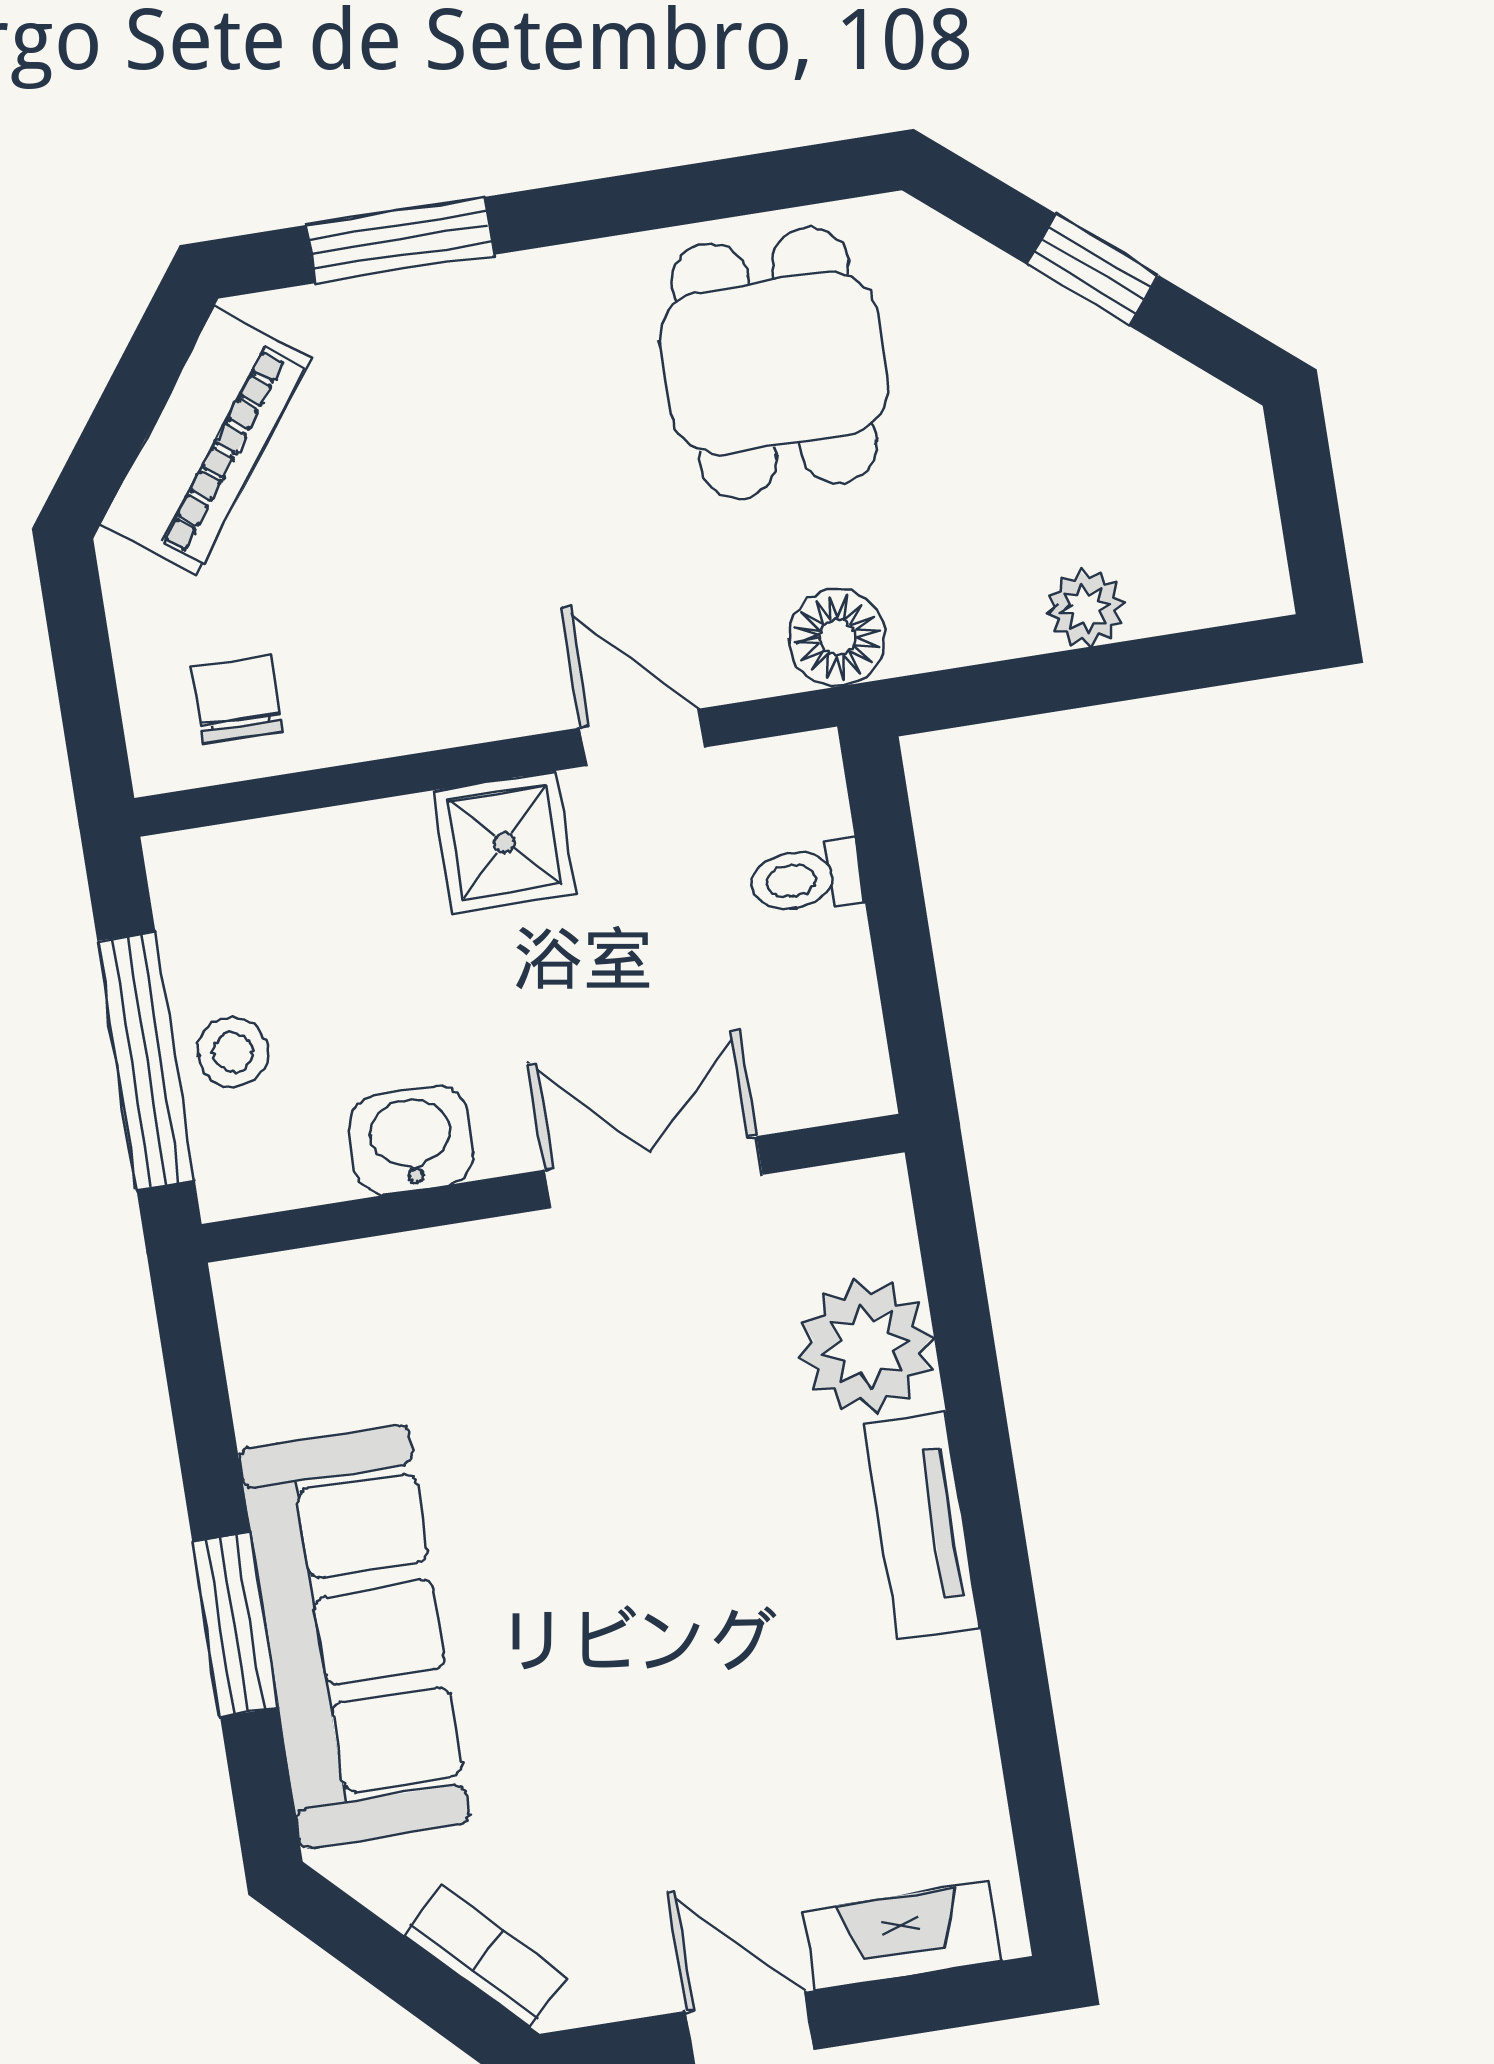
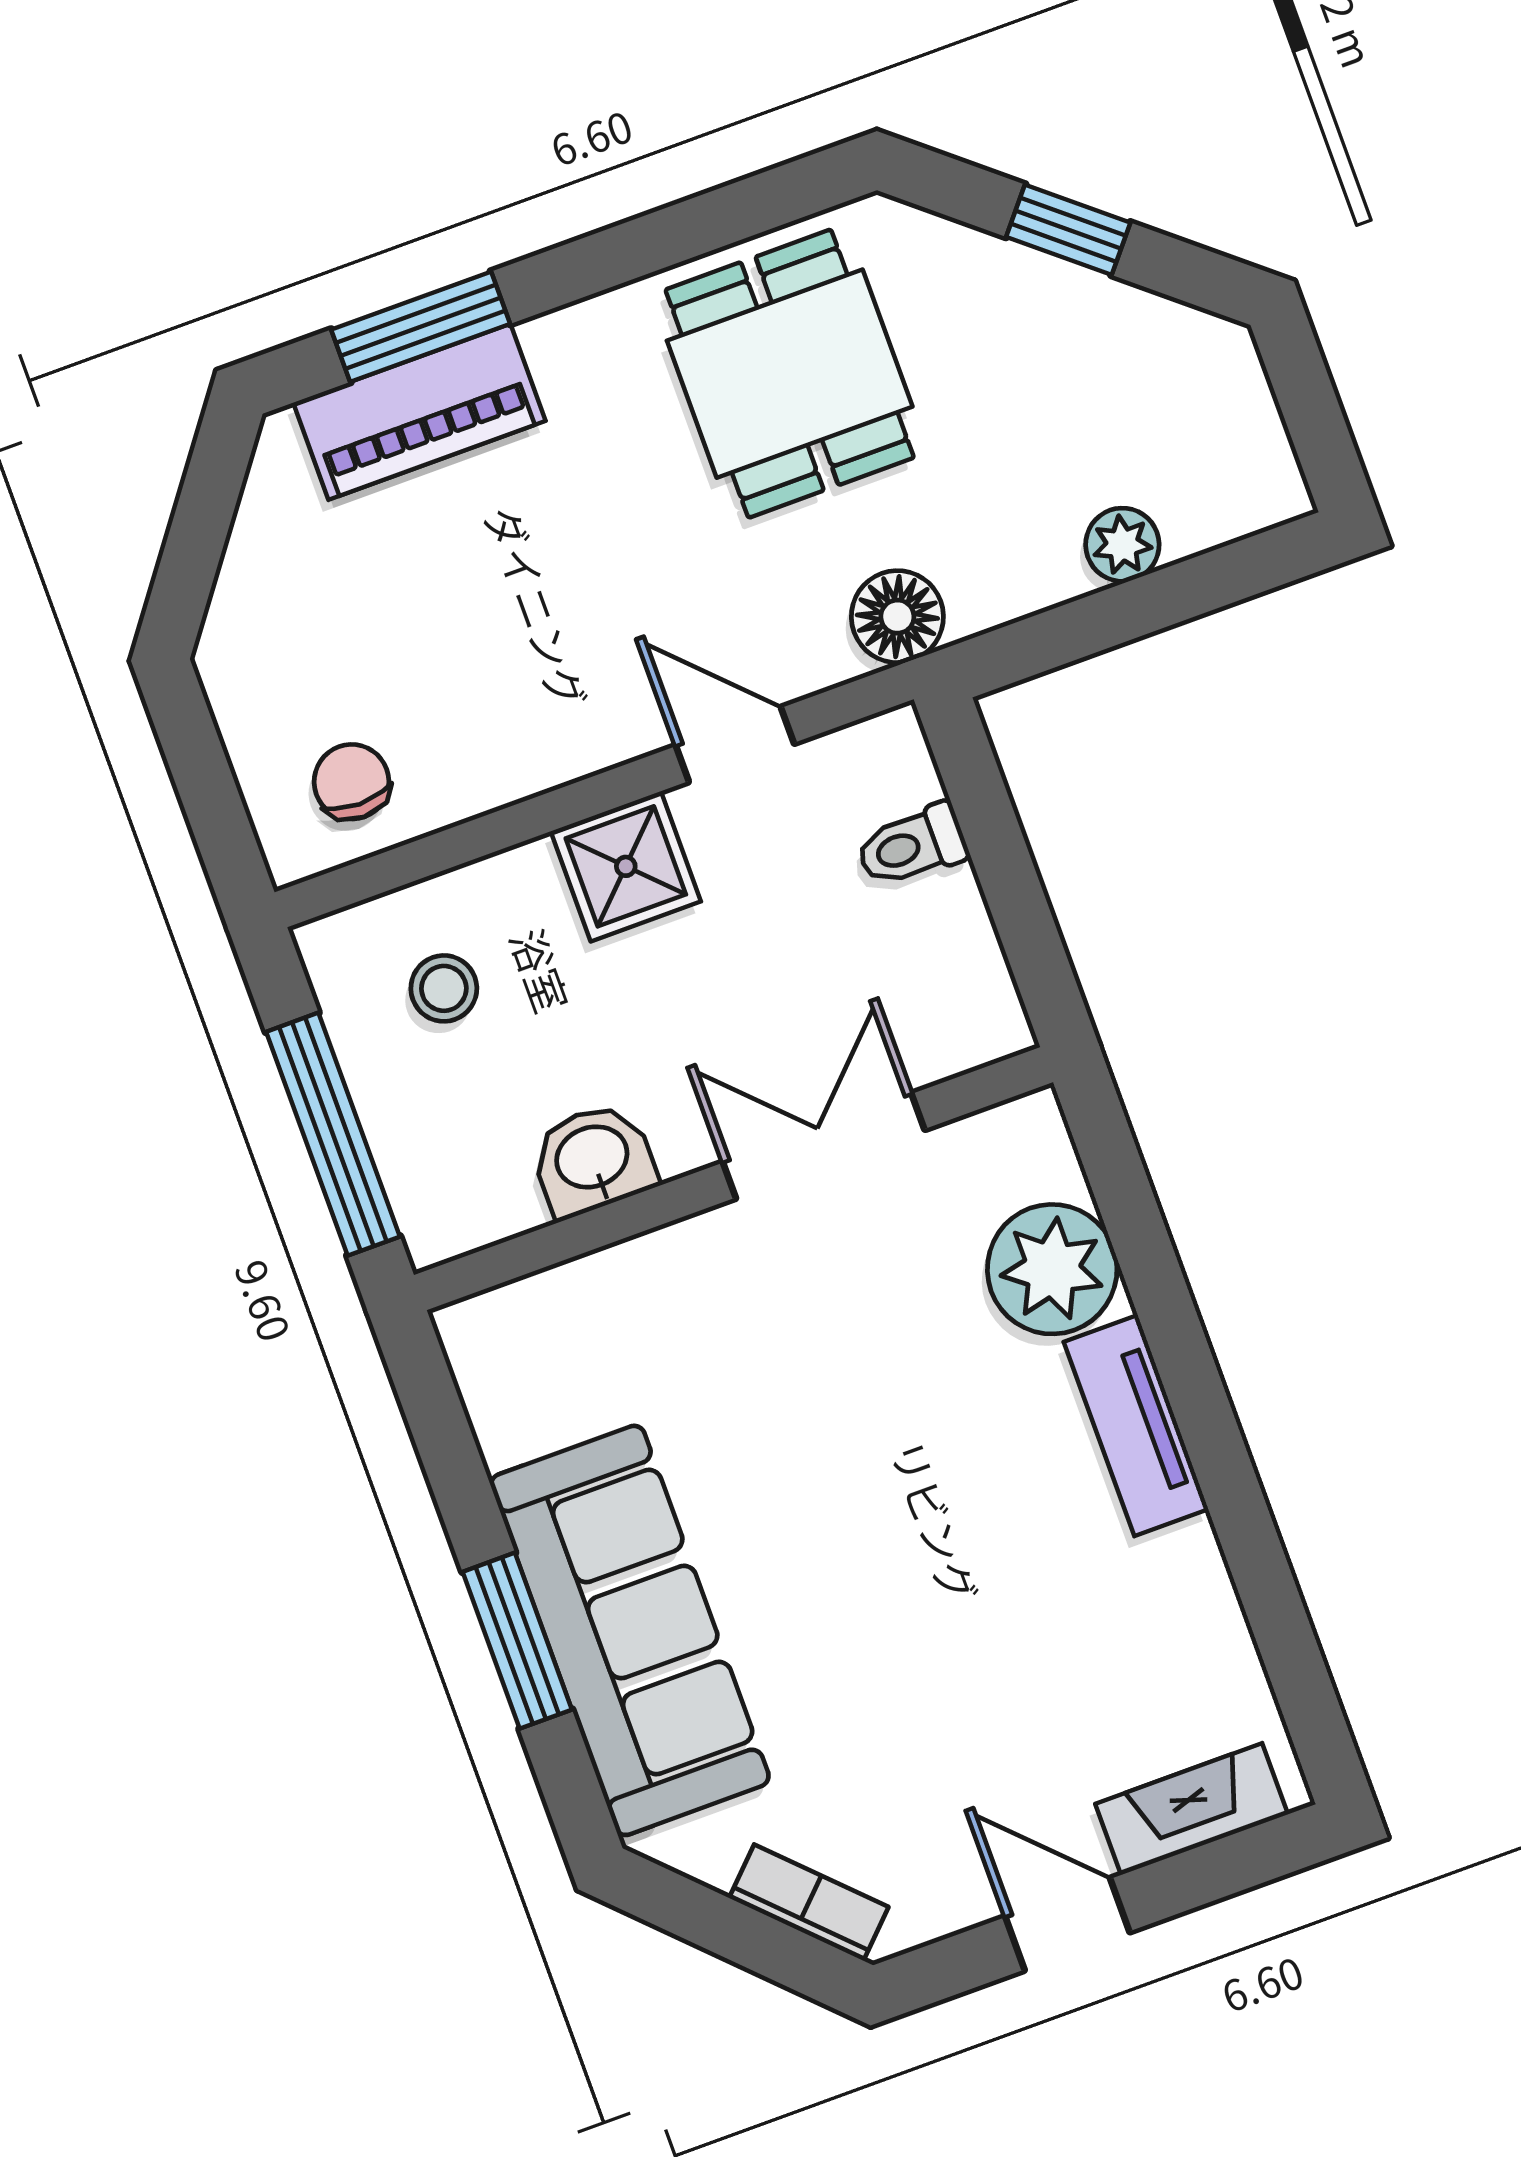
piano: (206, 441) -> (419, 412), moved, turned 53
stool: (233, 1052) -> (444, 988), moved

